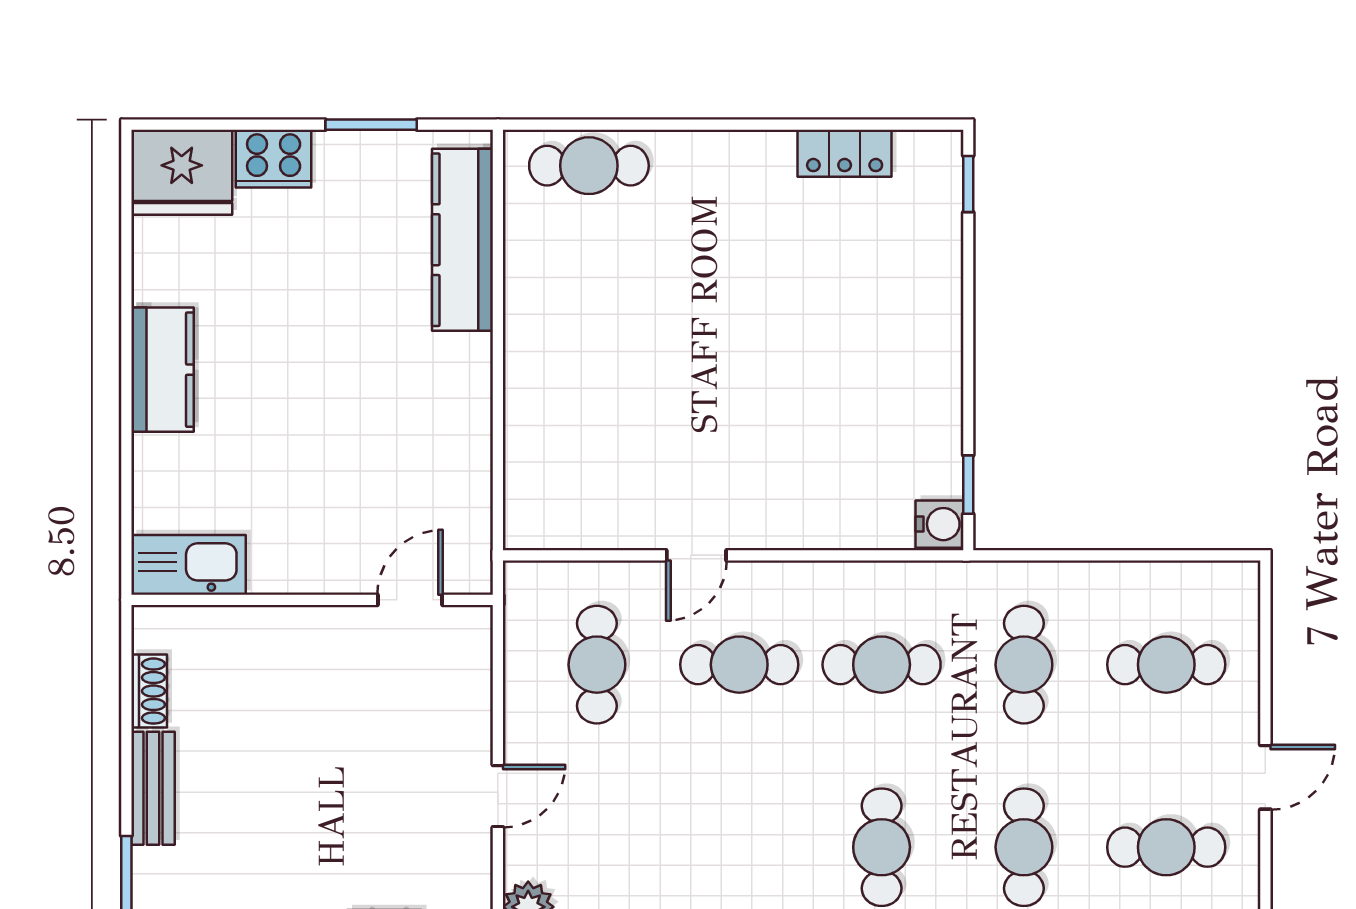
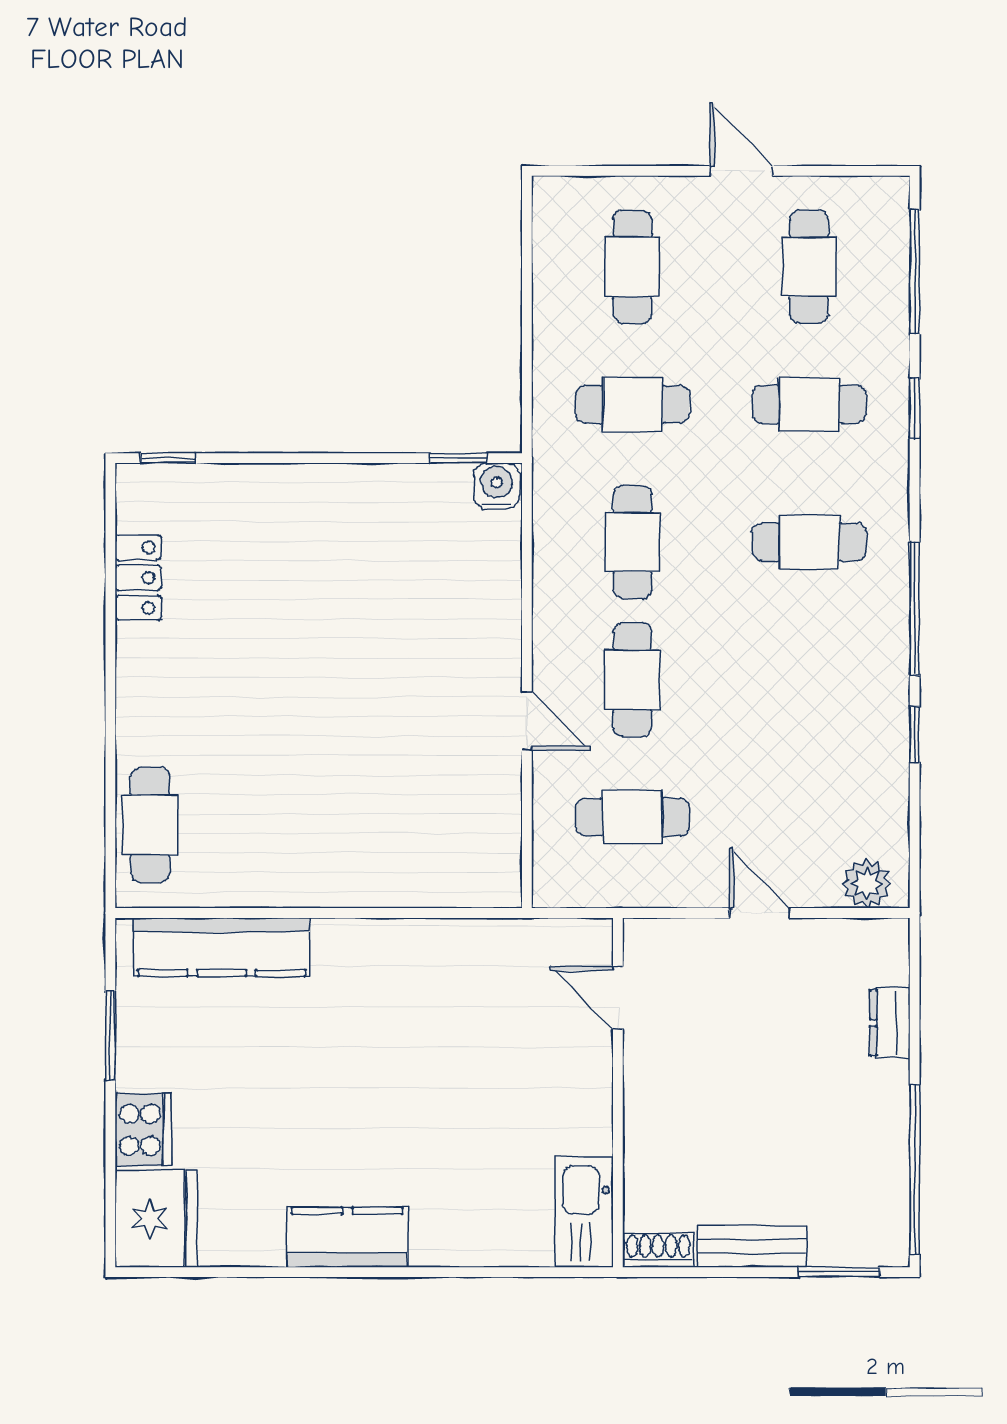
kitchen sink: (189, 565) -> (584, 1212), moved
wall: (312, 600) -> (618, 1093), moved
door: (410, 600) -> (618, 998), moved

